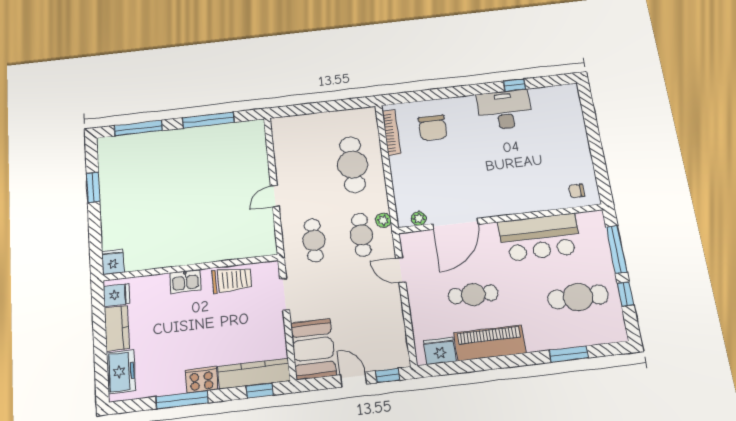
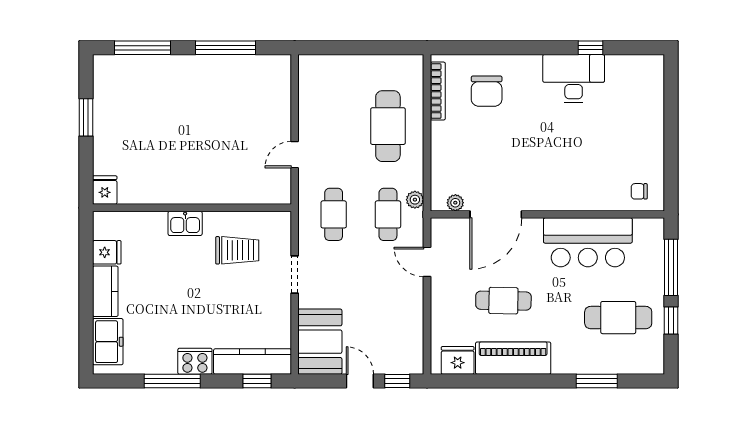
fridge: (113, 262) -> (105, 190), moved
wall: (191, 268) -> (192, 208), moved
kitchen sink: (185, 281) -> (185, 223), moved

